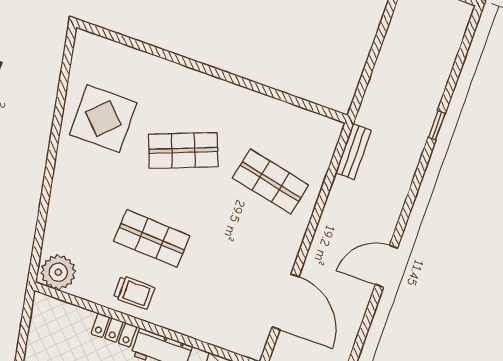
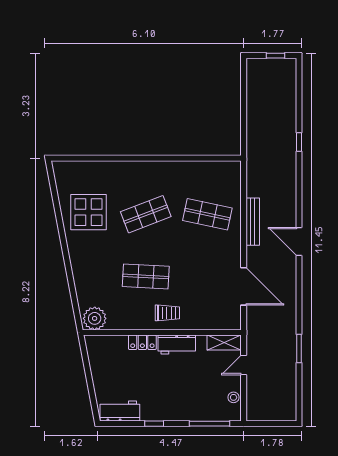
bench: (353, 152) -> (253, 222), moved, width x1.36
door: (387, 266) -> (299, 241), hinge flipped
trolley: (134, 292) -> (167, 313), moved

